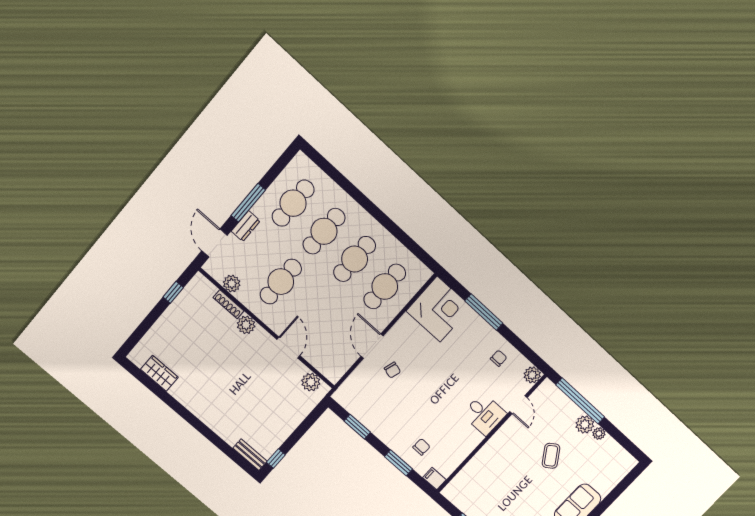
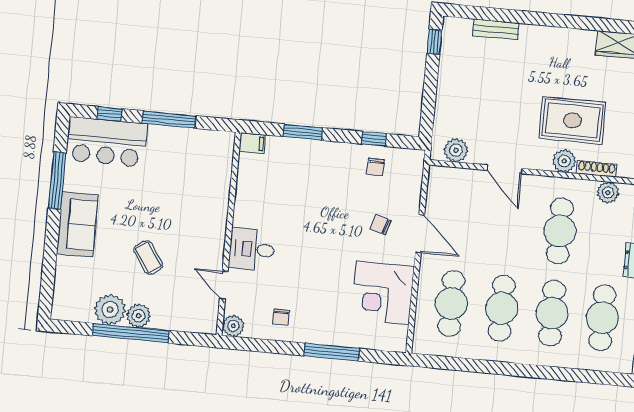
corner desk: (439, 309) -> (382, 293), moved
rug: (222, 347) -> (572, 120), added
window: (580, 401) -> (131, 333), moved
window: (357, 427) -> (374, 139), width x0.67
plant: (599, 433) -> (110, 310), width x1.87, depth x1.87
chair: (421, 447) -> (375, 167), moved
bench: (250, 455) -> (496, 29), moved

